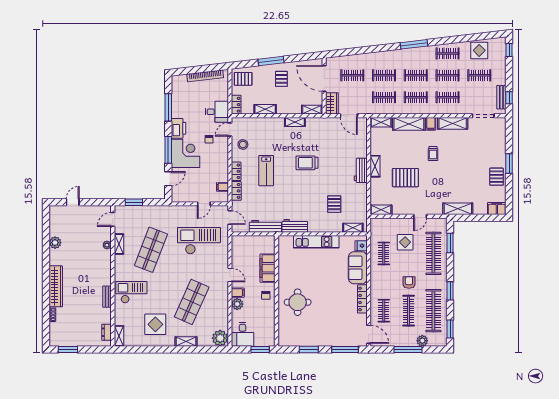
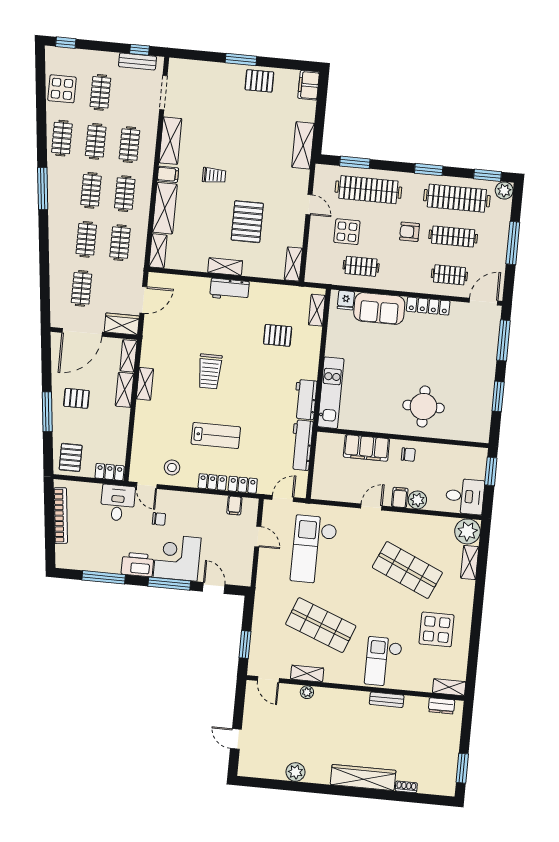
shelving: (265, 109) -> (125, 390), moved
kitchen unit: (316, 242) -> (331, 393), moved
shelving: (186, 341) -> (470, 562), moved
plant: (422, 341) -> (504, 190), moved

